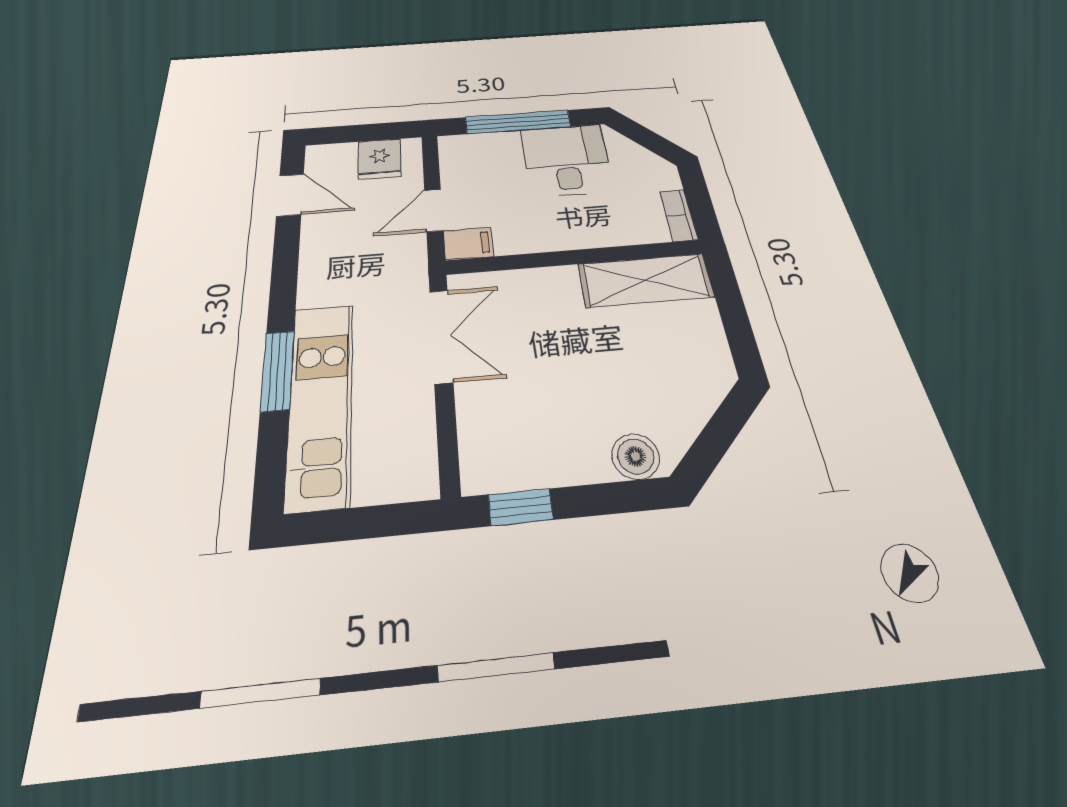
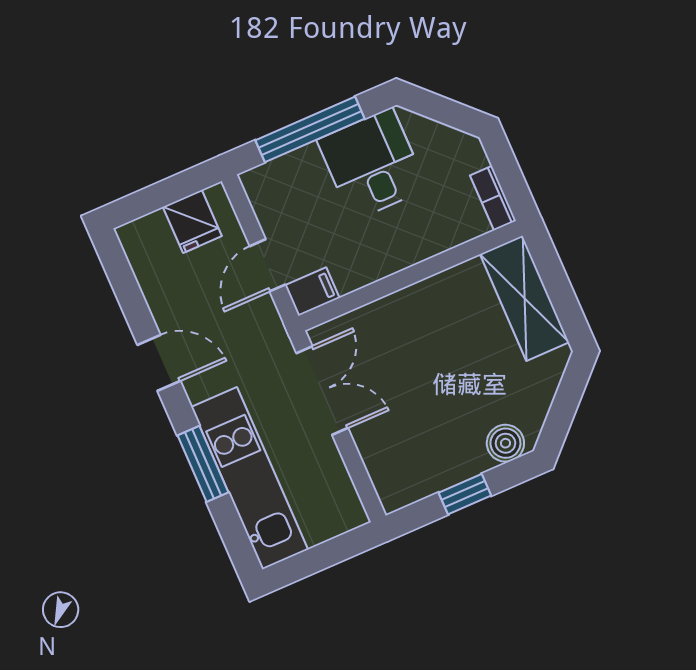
door: (290, 195) -> (159, 363), moved
shelving: (645, 280) -> (525, 298), moved, turned 90
window: (521, 507) -> (465, 494), moved

